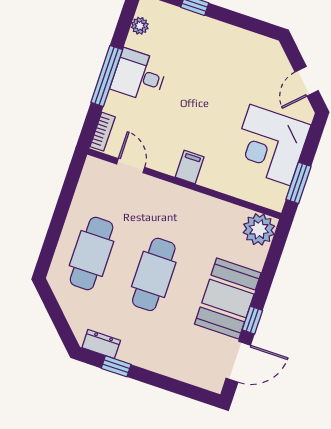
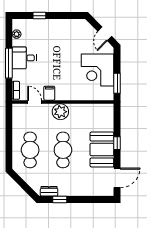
filing cabinet: (190, 167) -> (49, 93), moved
plant: (259, 229) -> (60, 112), moved
window: (252, 320) -> (117, 143), moved

